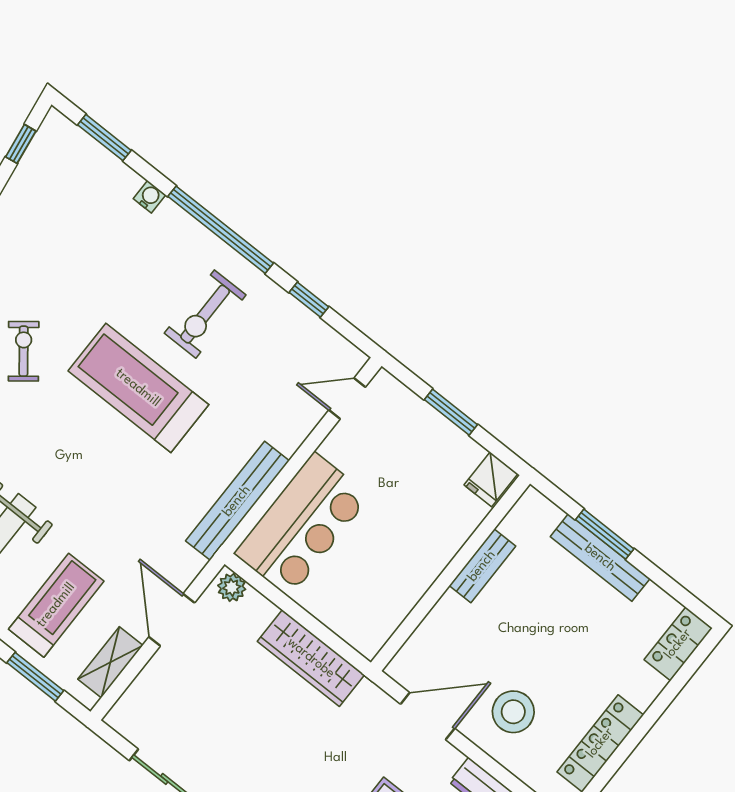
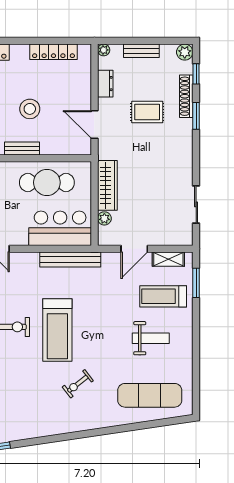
cafe table: (394, 563) -> (47, 182), added
plant: (232, 587) -> (104, 218), moved
stool: (513, 712) -> (30, 109), moved

